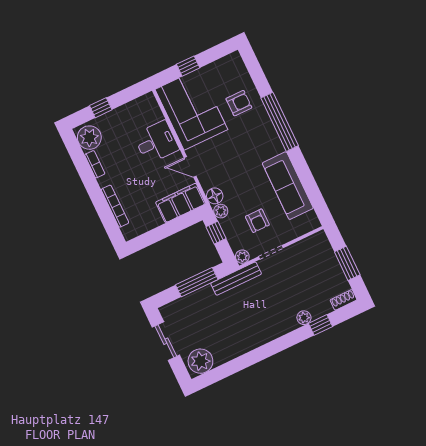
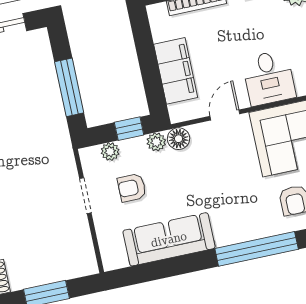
filing cabinet: (181, 203) -> (176, 71), moved
plant: (242, 257) -> (110, 152), moved
bench: (236, 279) -> (61, 141), removed

